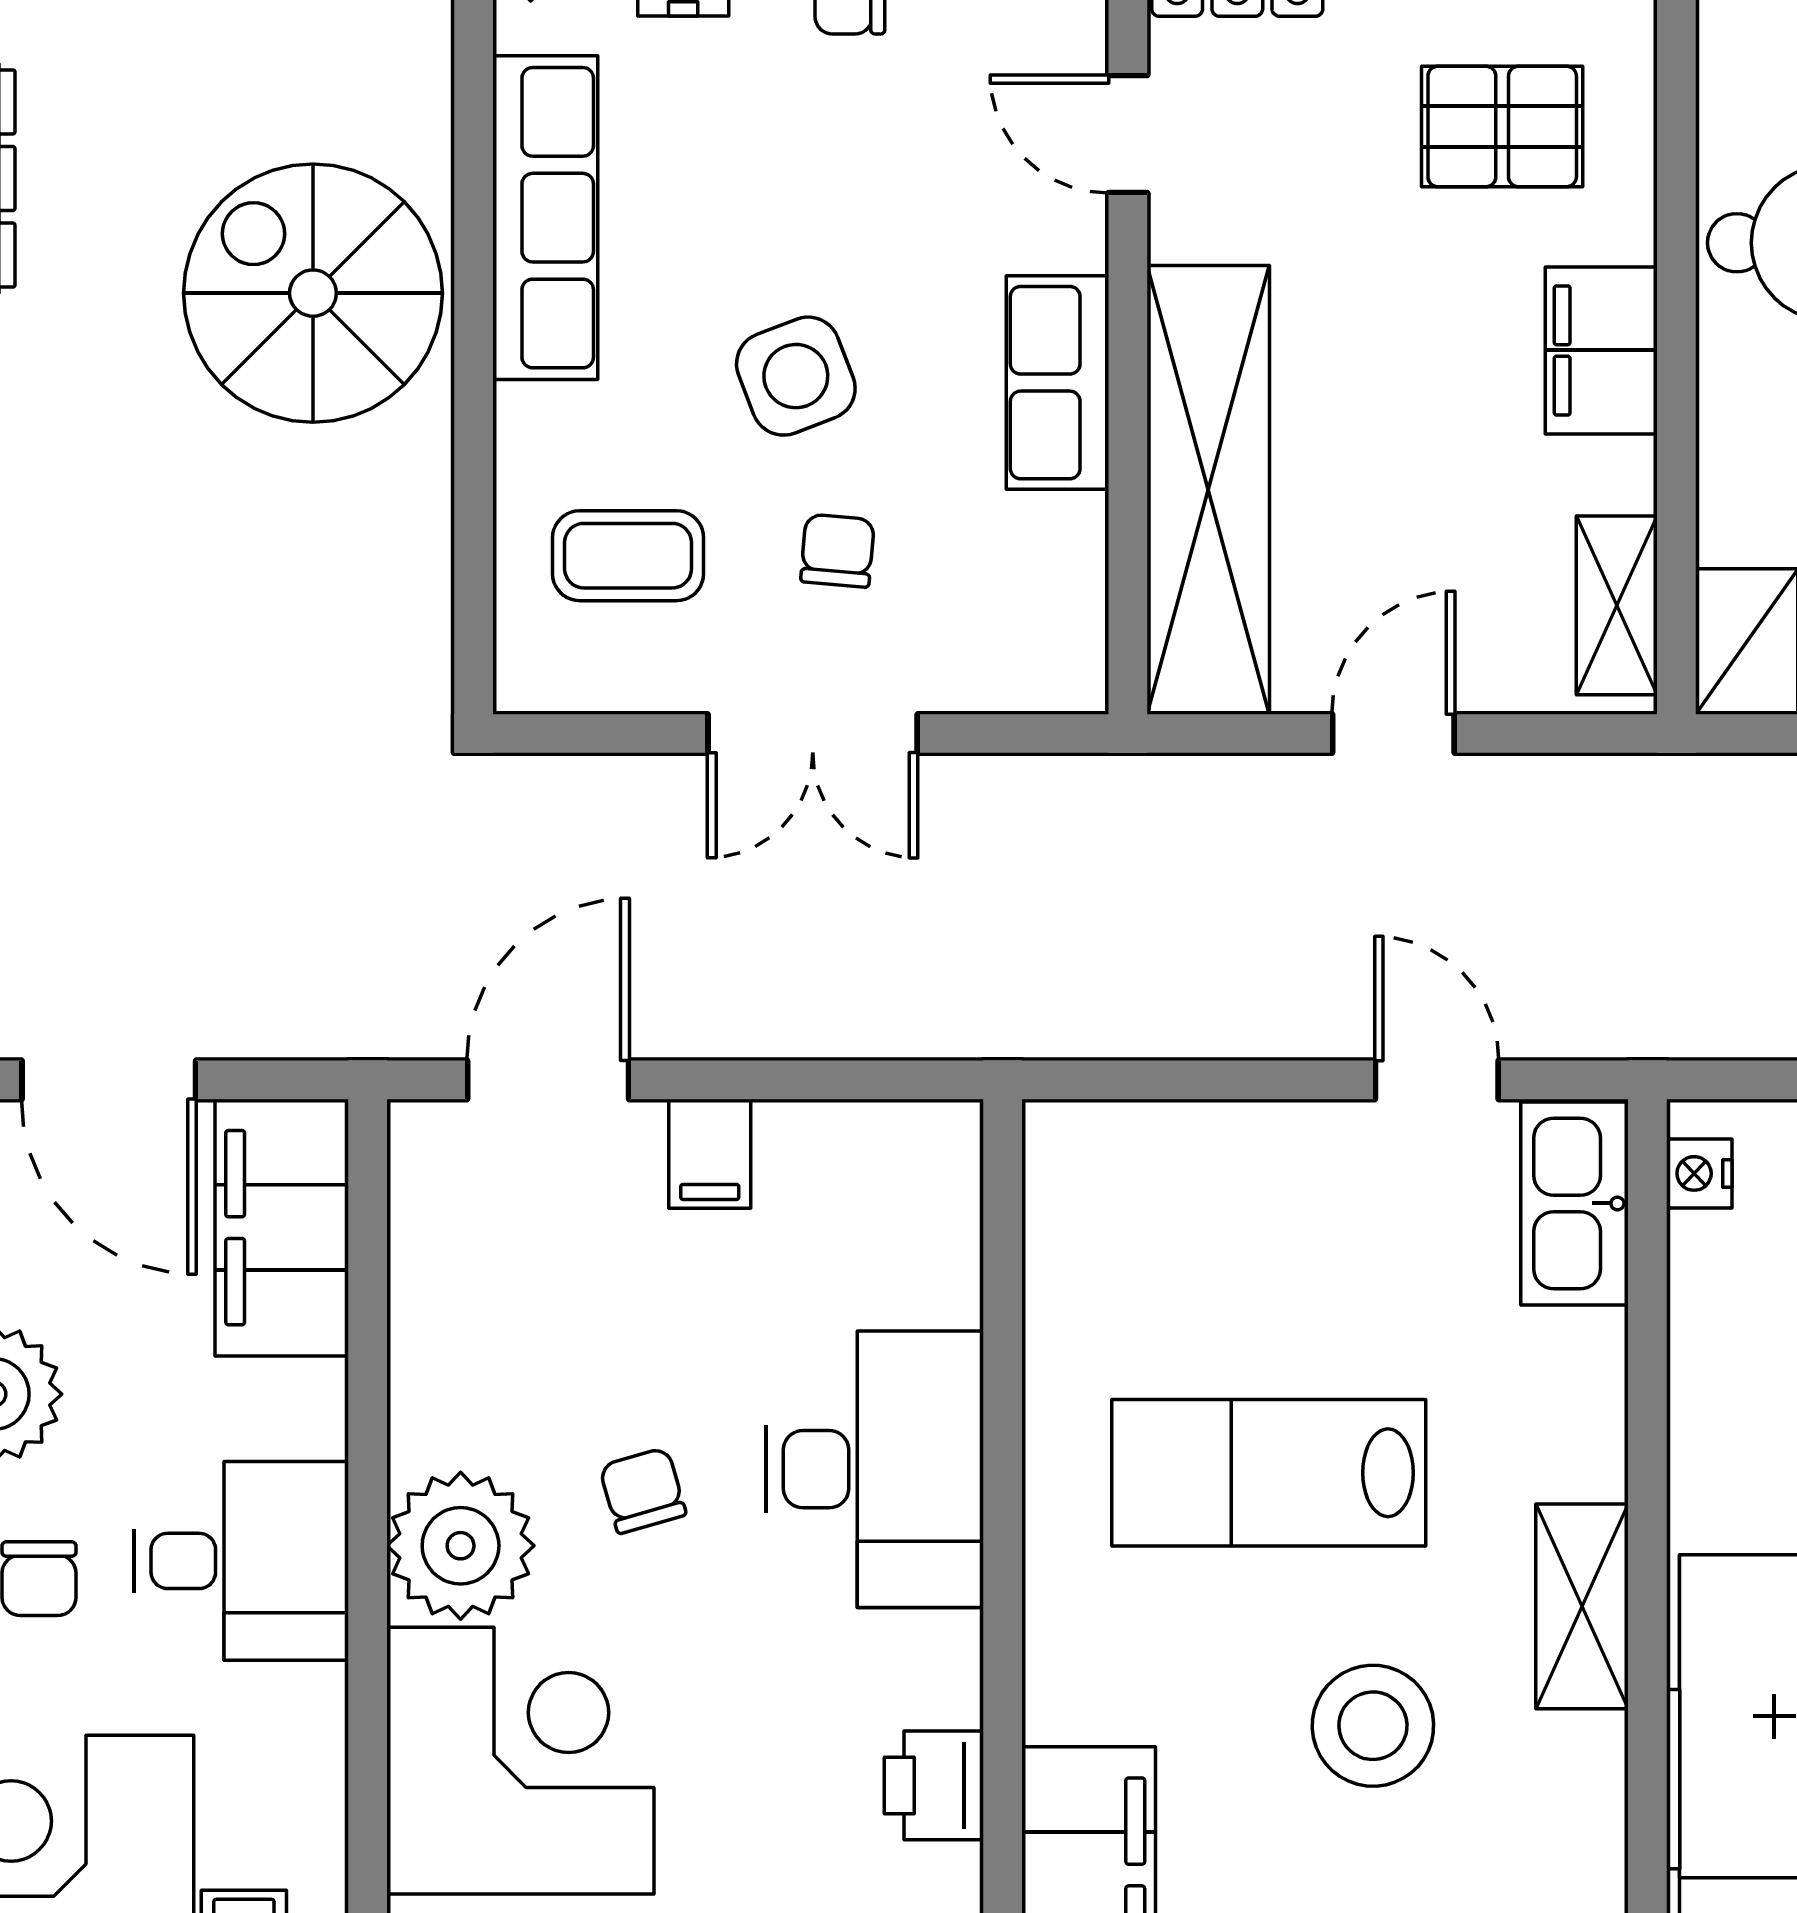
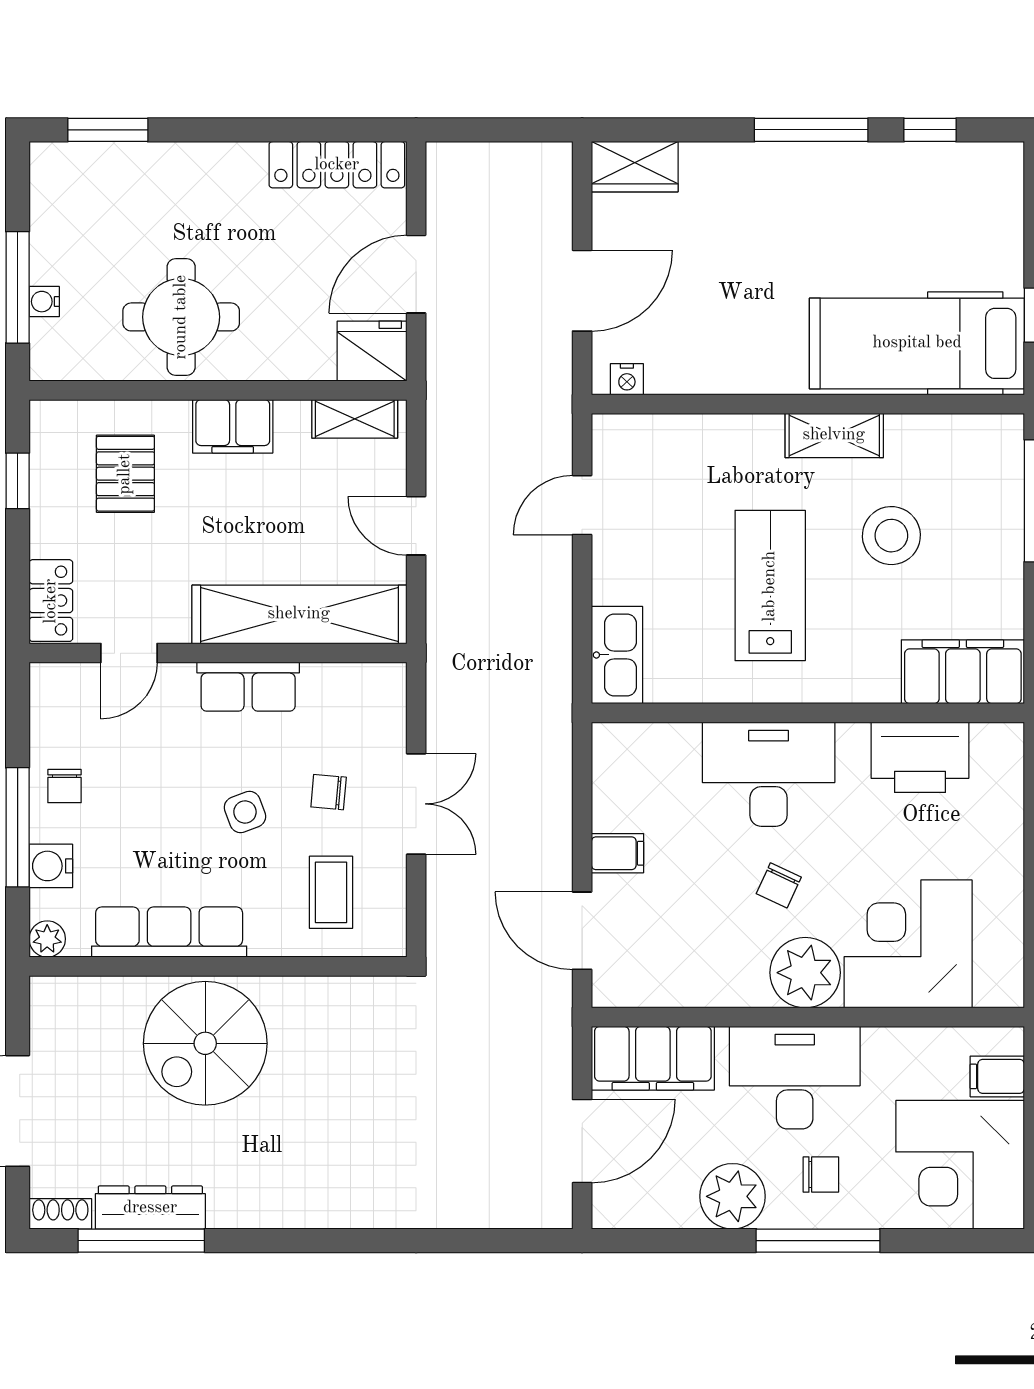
side table: (796, 376) -> (245, 812), width x0.73, depth x0.73
kitchen sink: (1575, 1203) -> (617, 655), moved, turned -90
lab bench: (1269, 1473) -> (770, 586), turned 180
chair: (643, 1491) -> (779, 885), turned -49
desk: (241, 1561) -> (795, 1078), width x1.37
printer: (934, 1785) -> (920, 757), width x1.87, depth x1.48

